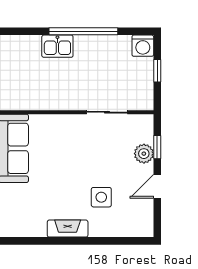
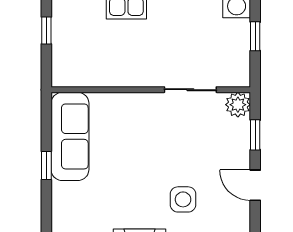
plant: (144, 154) -> (238, 105), moved
door: (157, 186) -> (255, 185), hinge flipped

